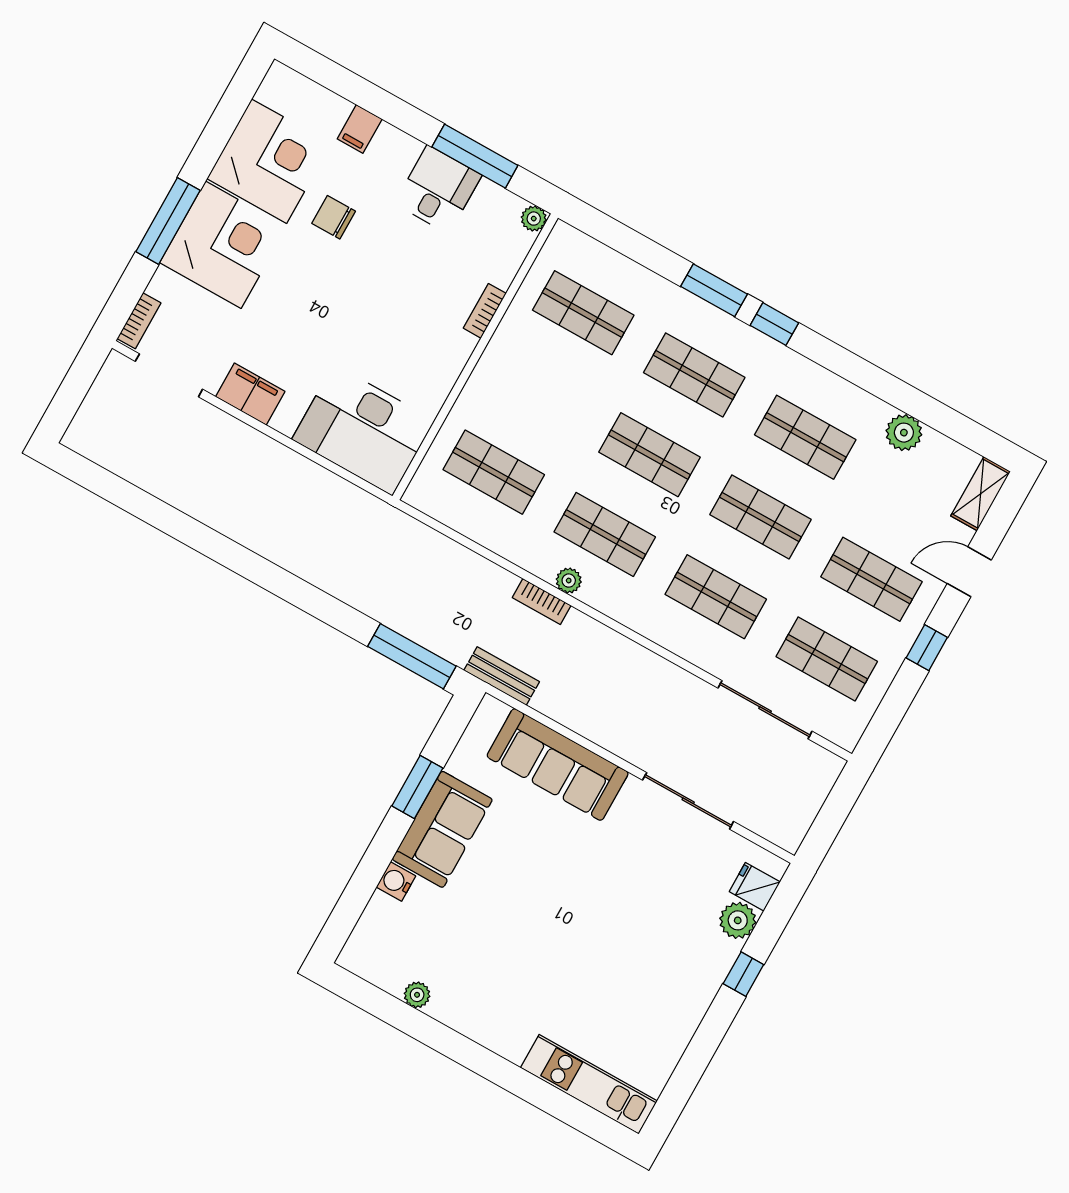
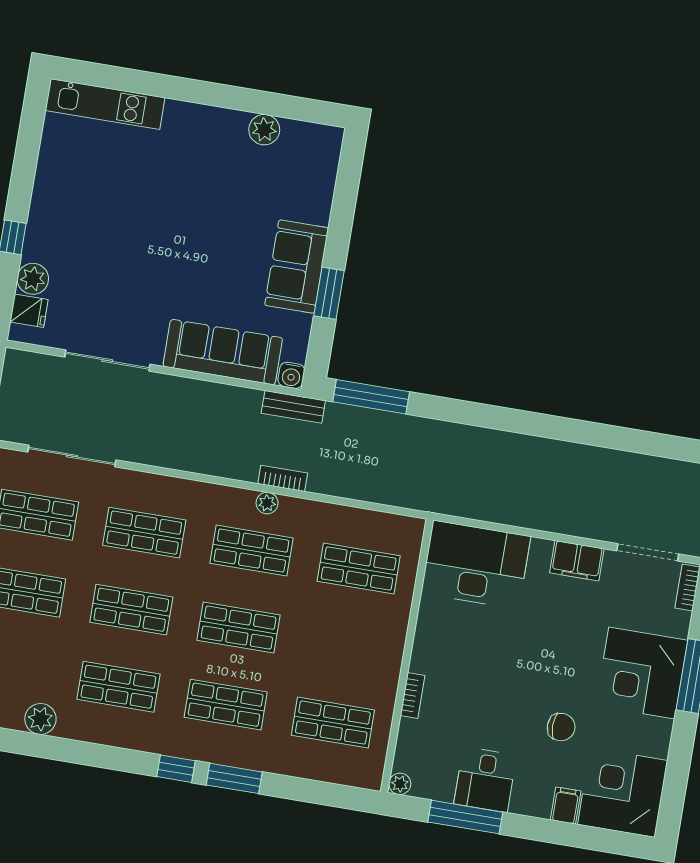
corner desk: (269, 161) -> (623, 792), moved, turned 90
water cooler: (396, 882) -> (291, 375), moved, turned 90
plant: (417, 995) -> (264, 130), width x1.38, depth x1.38

